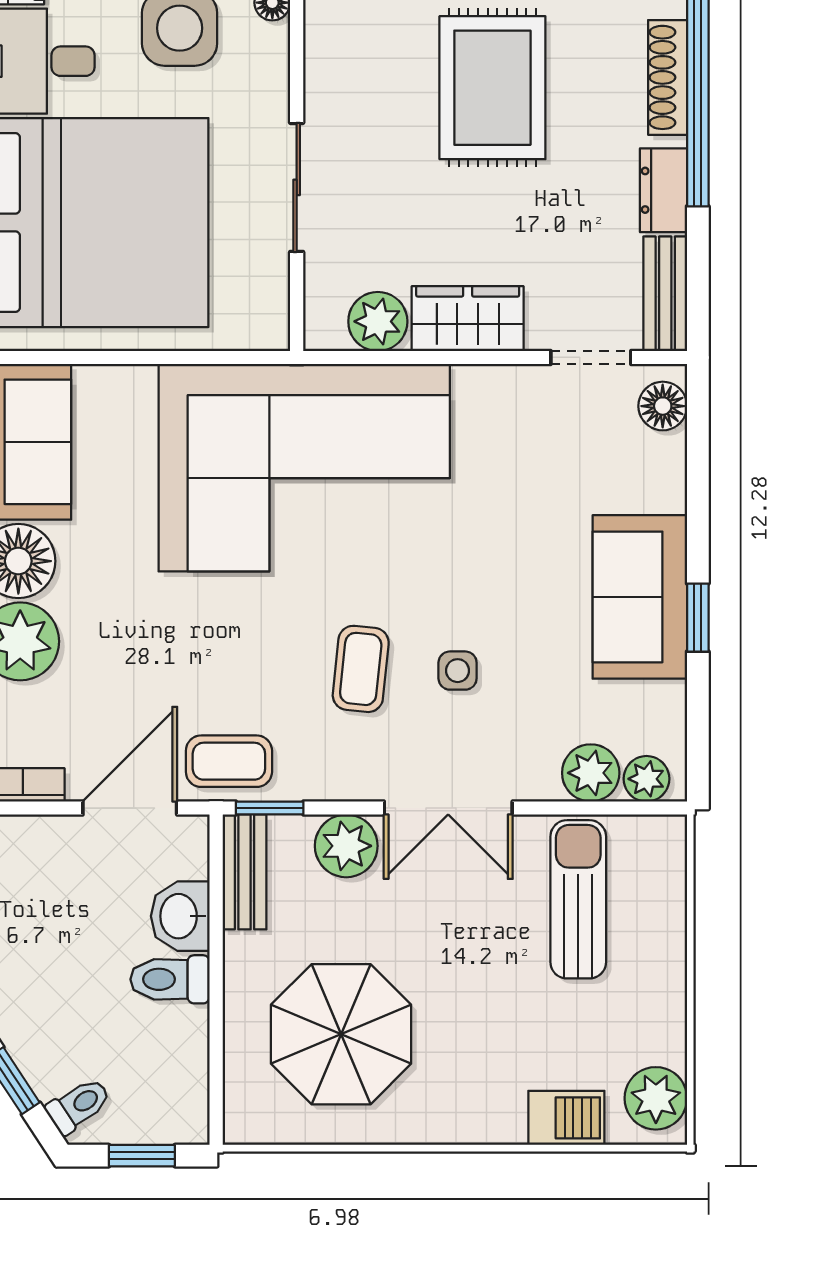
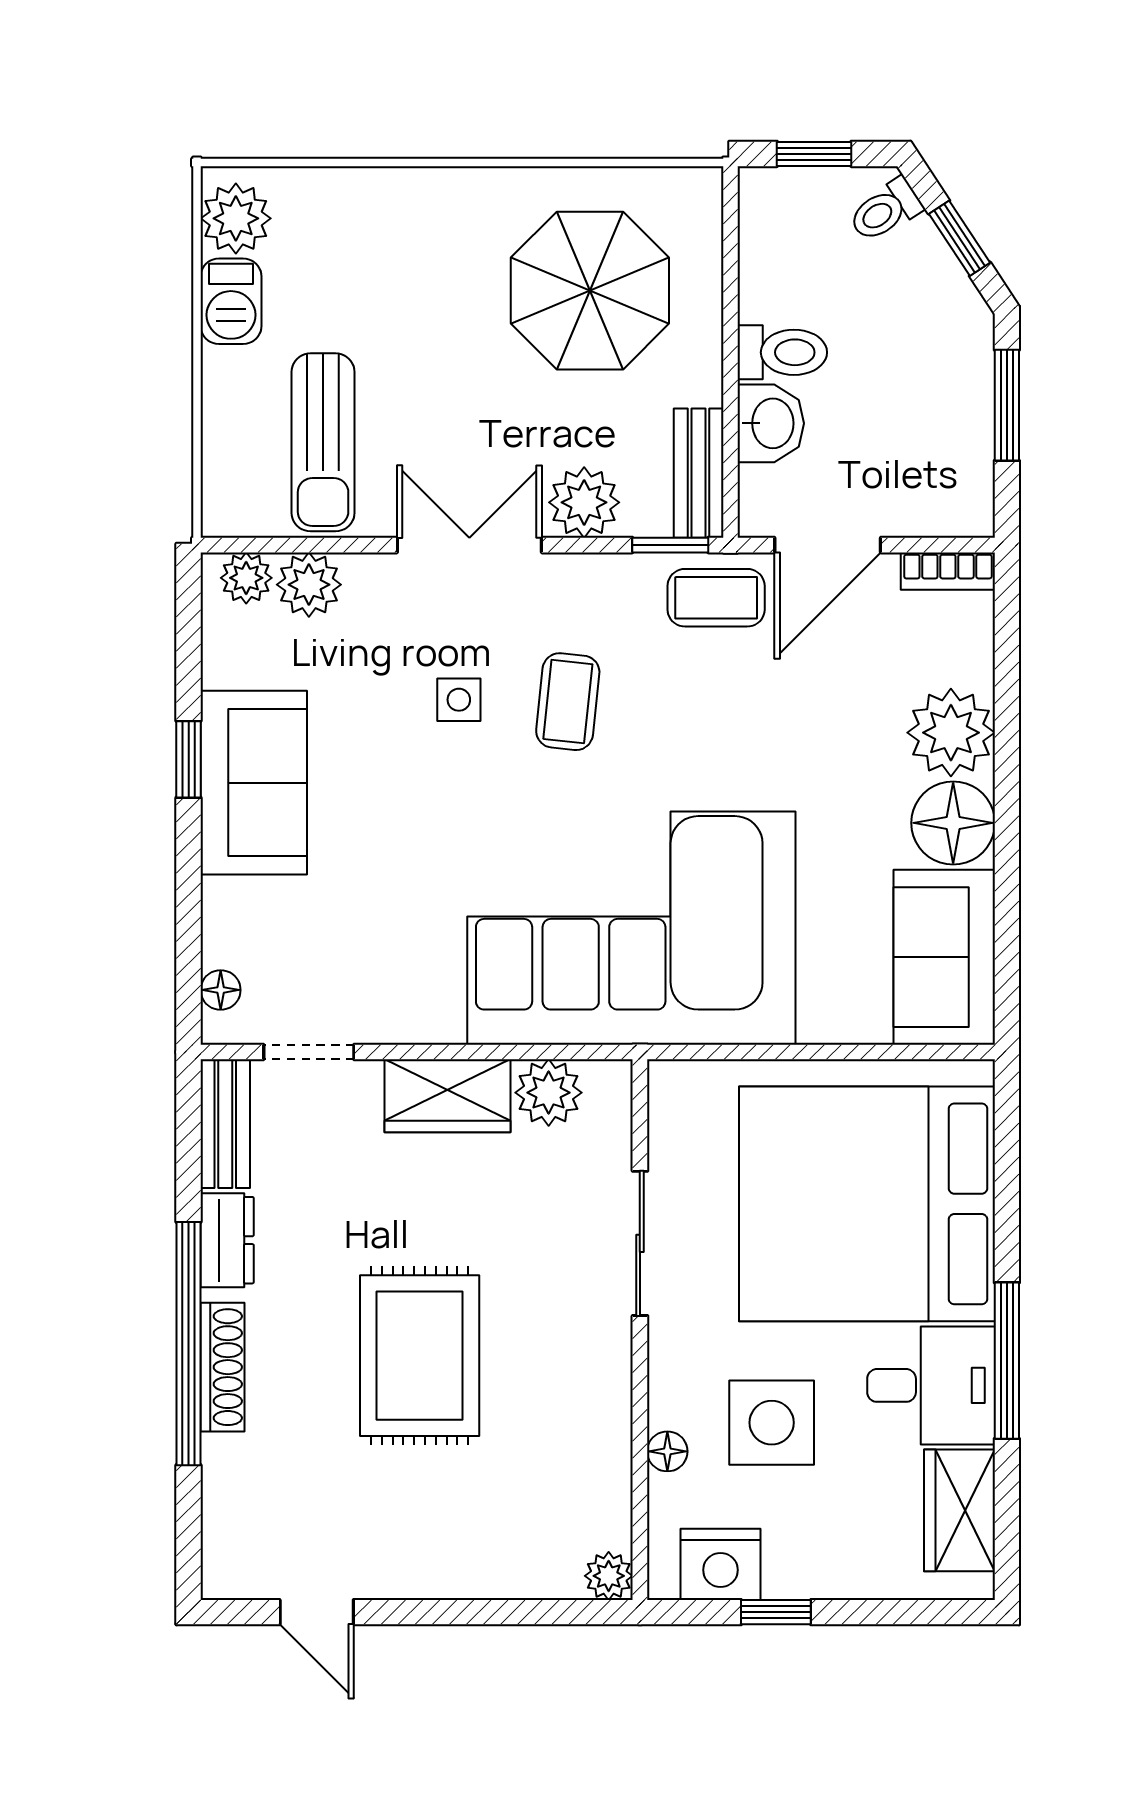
floor lamp: (663, 406) -> (221, 990), width x0.73, depth x0.73
barbecue: (566, 1118) -> (231, 301), moved, turned -90

